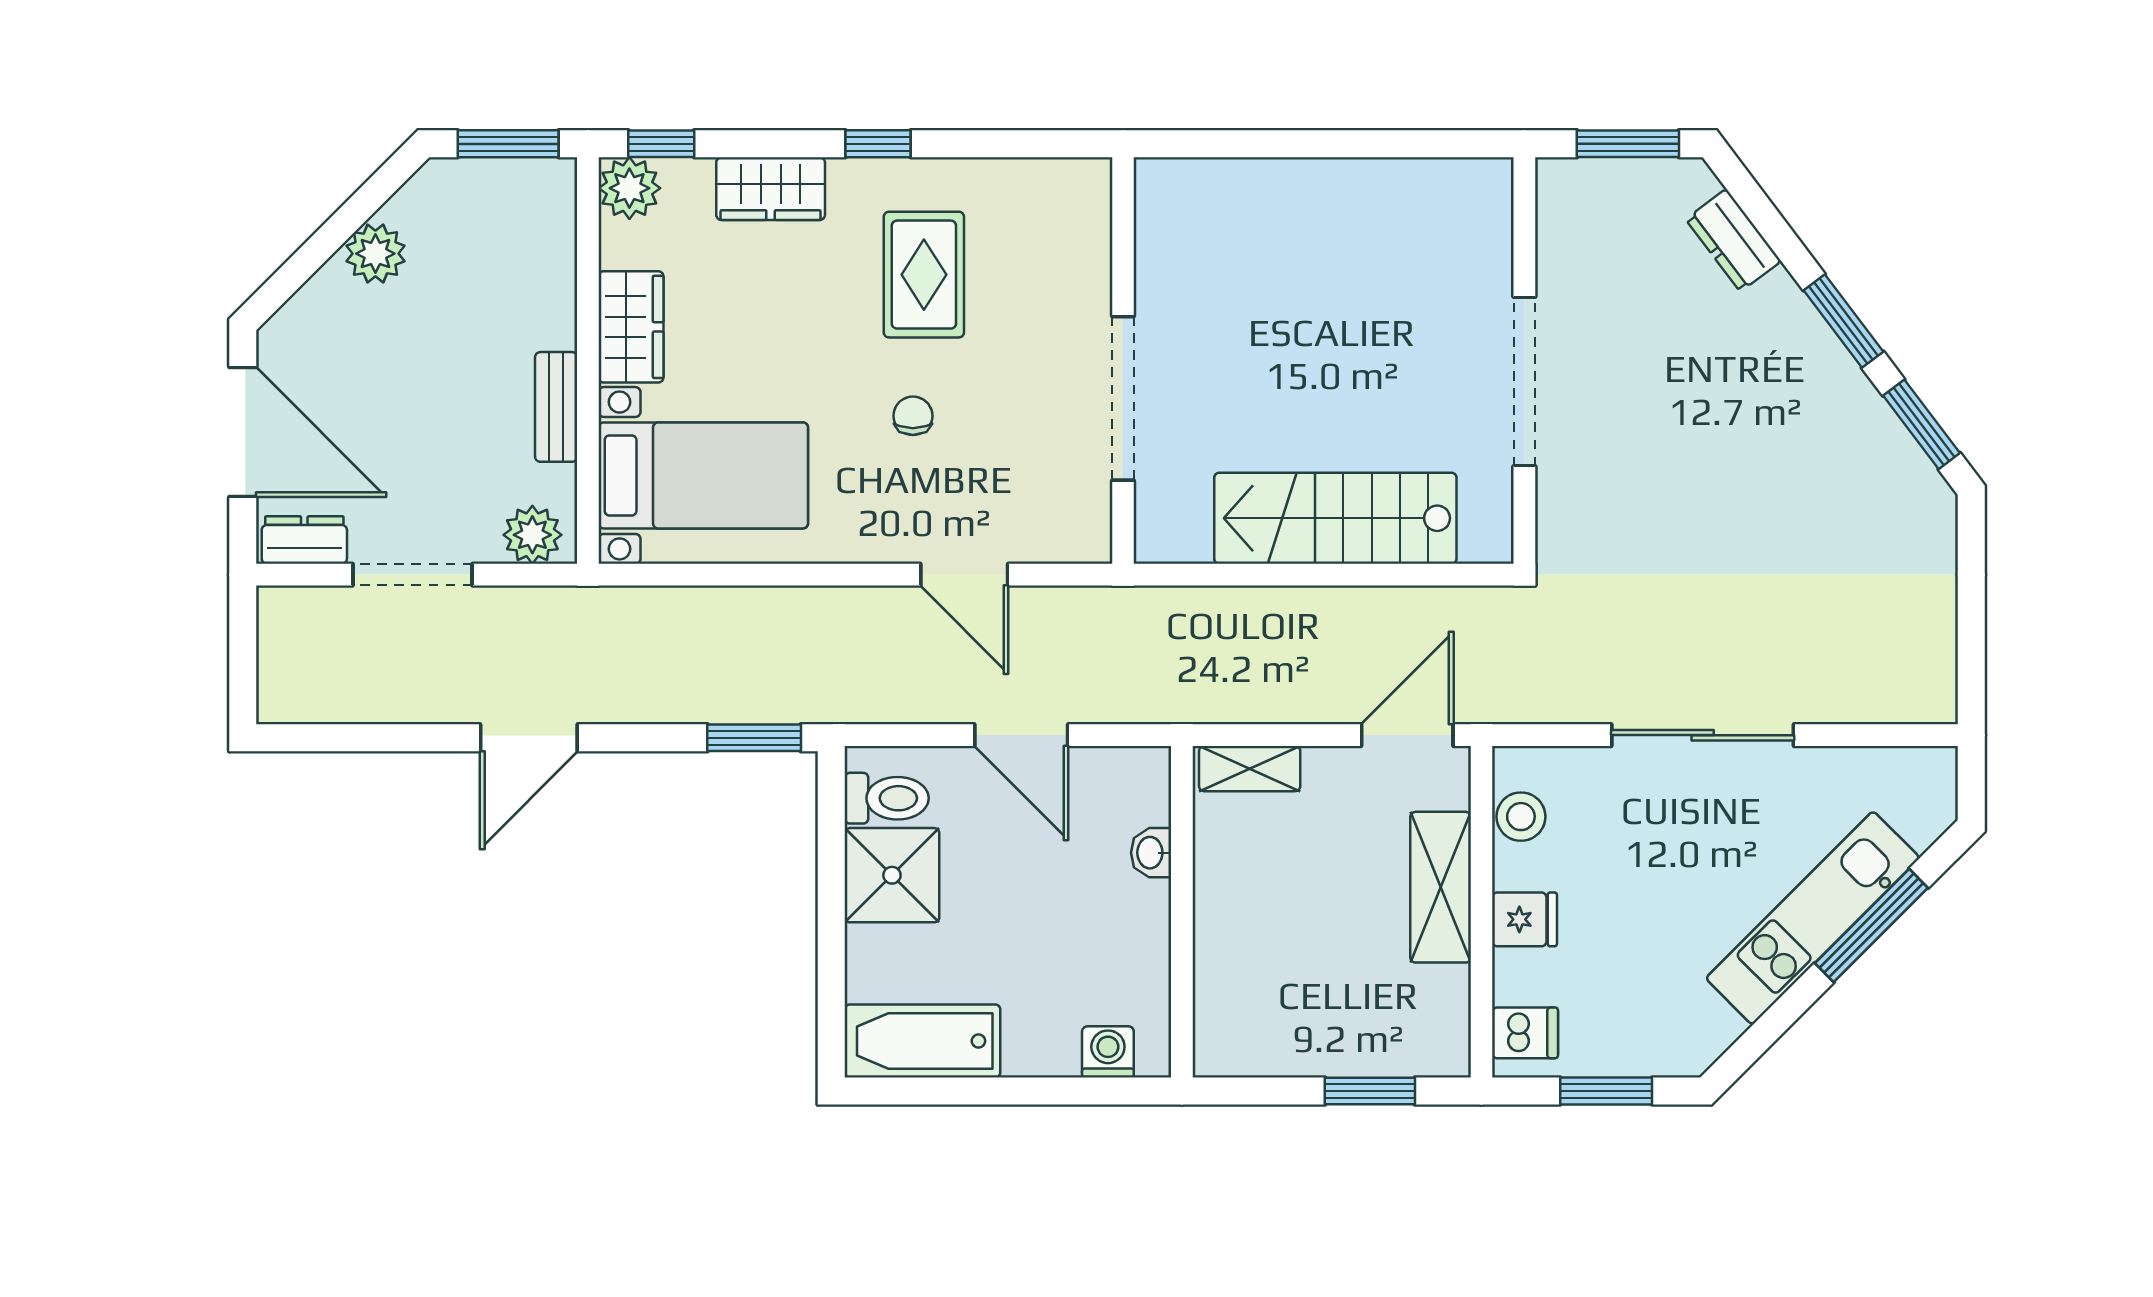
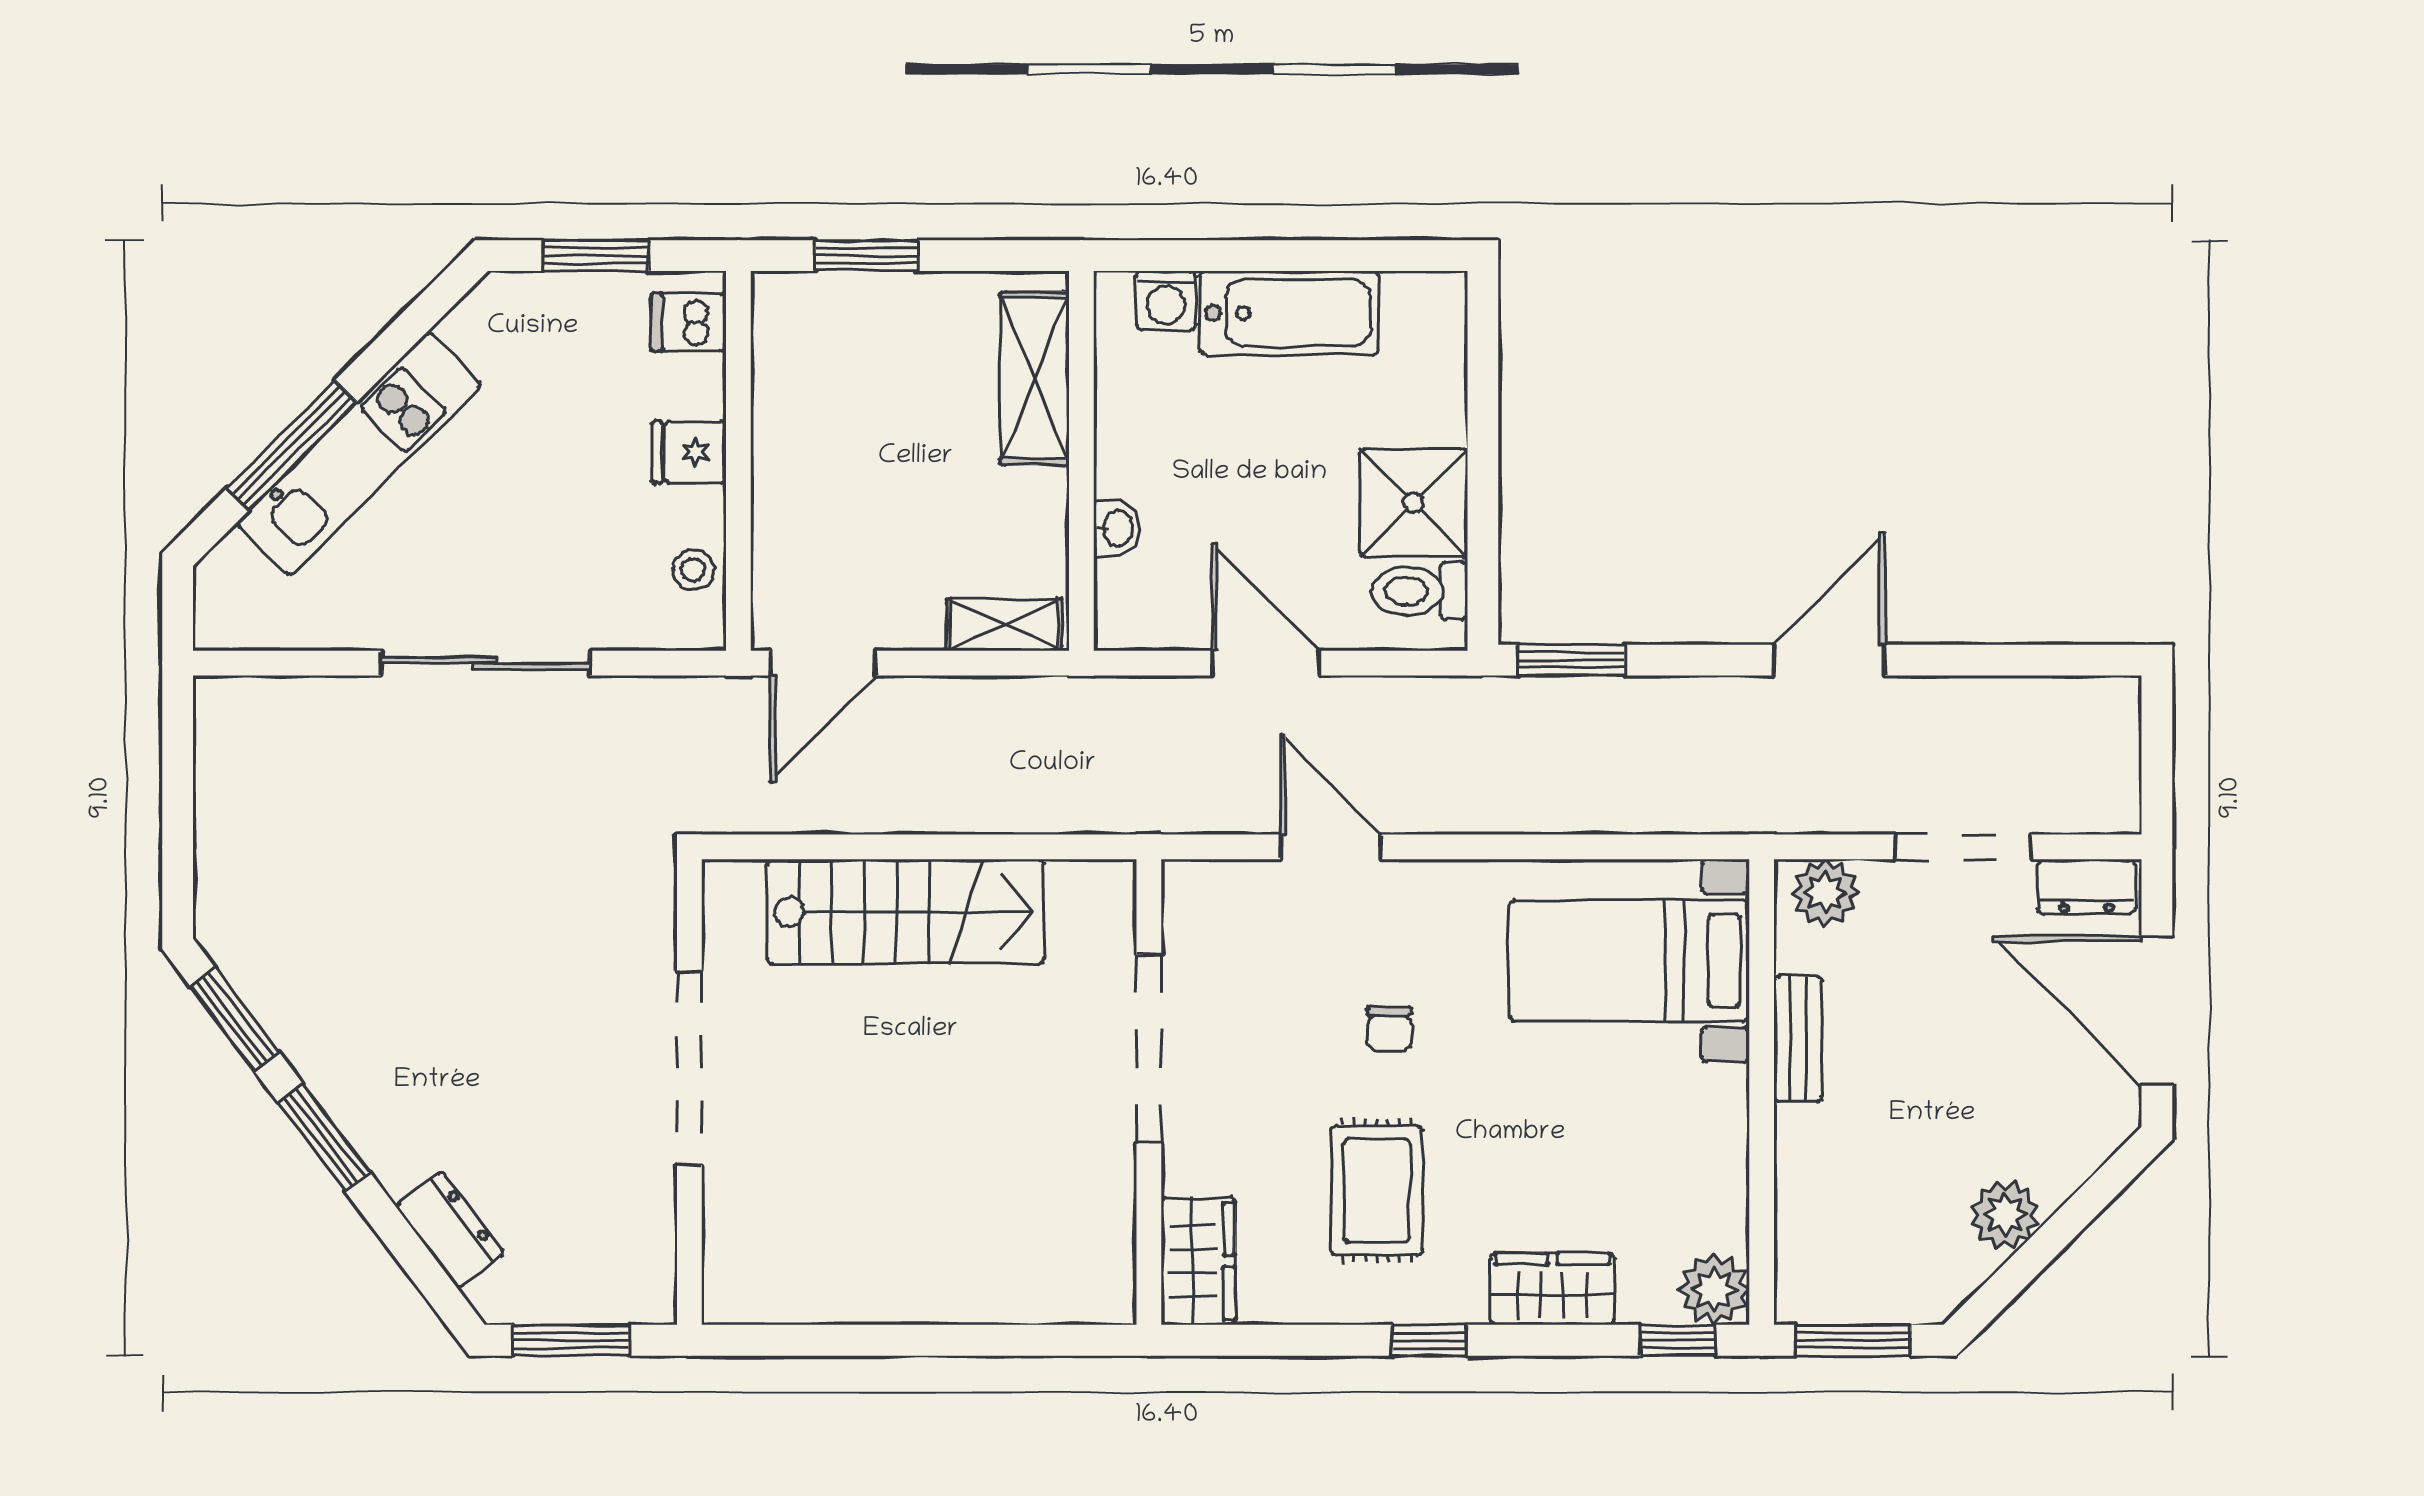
wardrobe: (631, 327) -> (1198, 1261), moved, turned 180
stool: (1521, 817) -> (693, 570), width x0.73, depth x0.73
shelving: (1441, 887) -> (1035, 378), moved
bathtub: (922, 1041) -> (1290, 313), moved

